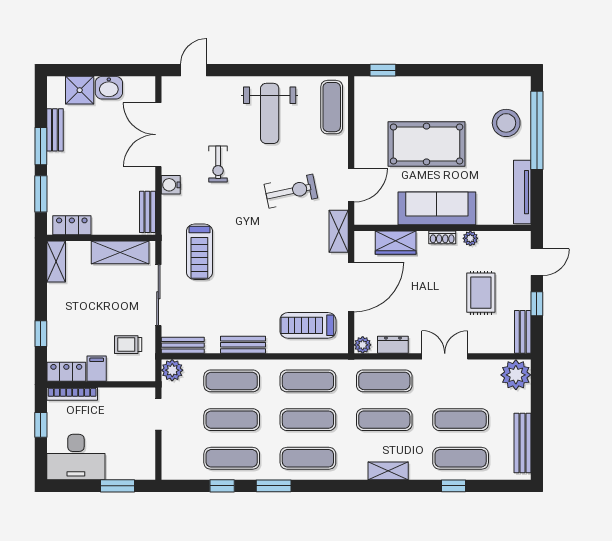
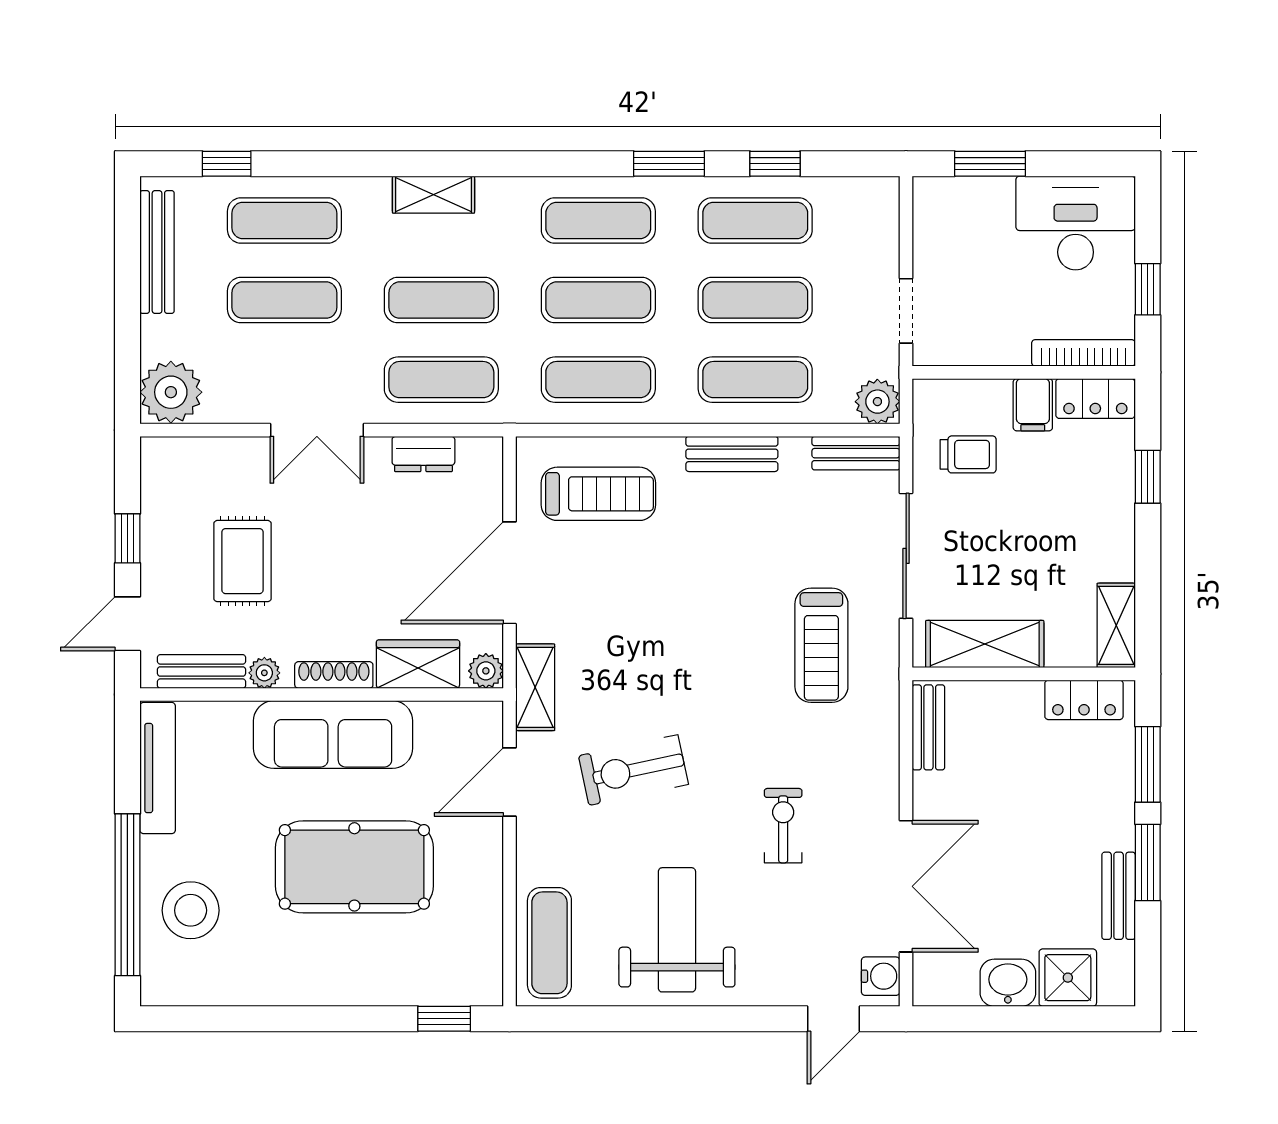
water cooler: (171, 185) -> (881, 976), moved
shoe rack: (442, 237) -> (334, 675), width x1.43
treadmill: (199, 252) -> (821, 645), turned 180
bench: (523, 332) -> (201, 671), moved, turned 90
plant: (363, 345) -> (486, 671), moved
window: (453, 486) -> (227, 164), moved

